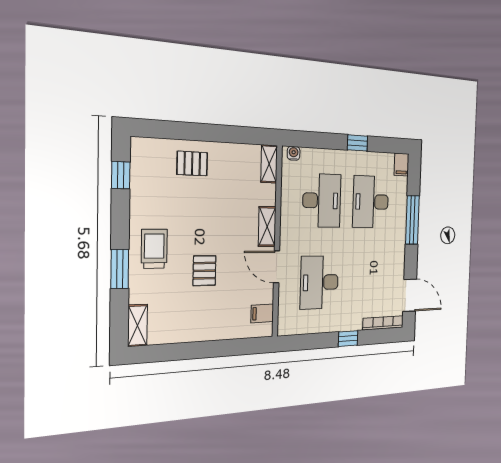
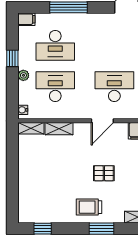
plant: (337, 157) -> (23, 75), added
pallet: (192, 163) -> (33, 183), removed
shelving: (267, 227) -> (59, 129), moved
desk: (319, 282) -> (114, 87), turned 180

